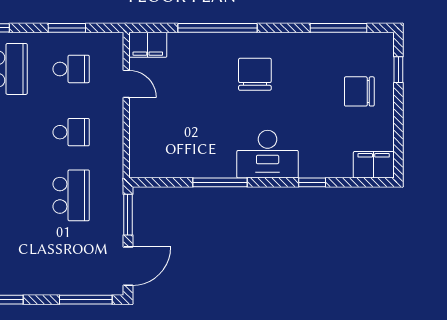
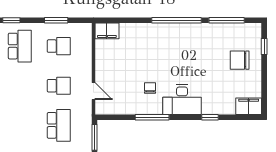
window: (218, 28) -> (177, 20), moved
chair: (255, 74) -> (150, 88), moved, width x0.54, depth x0.54
door: (126, 84) -> (93, 91), moved

